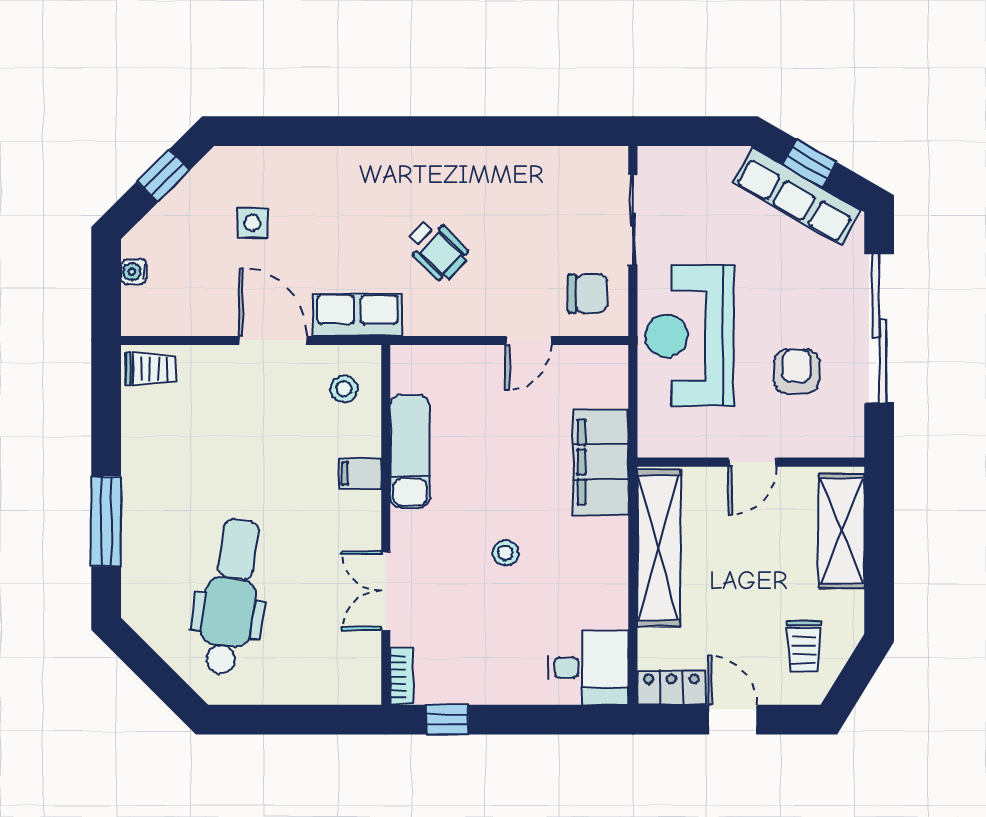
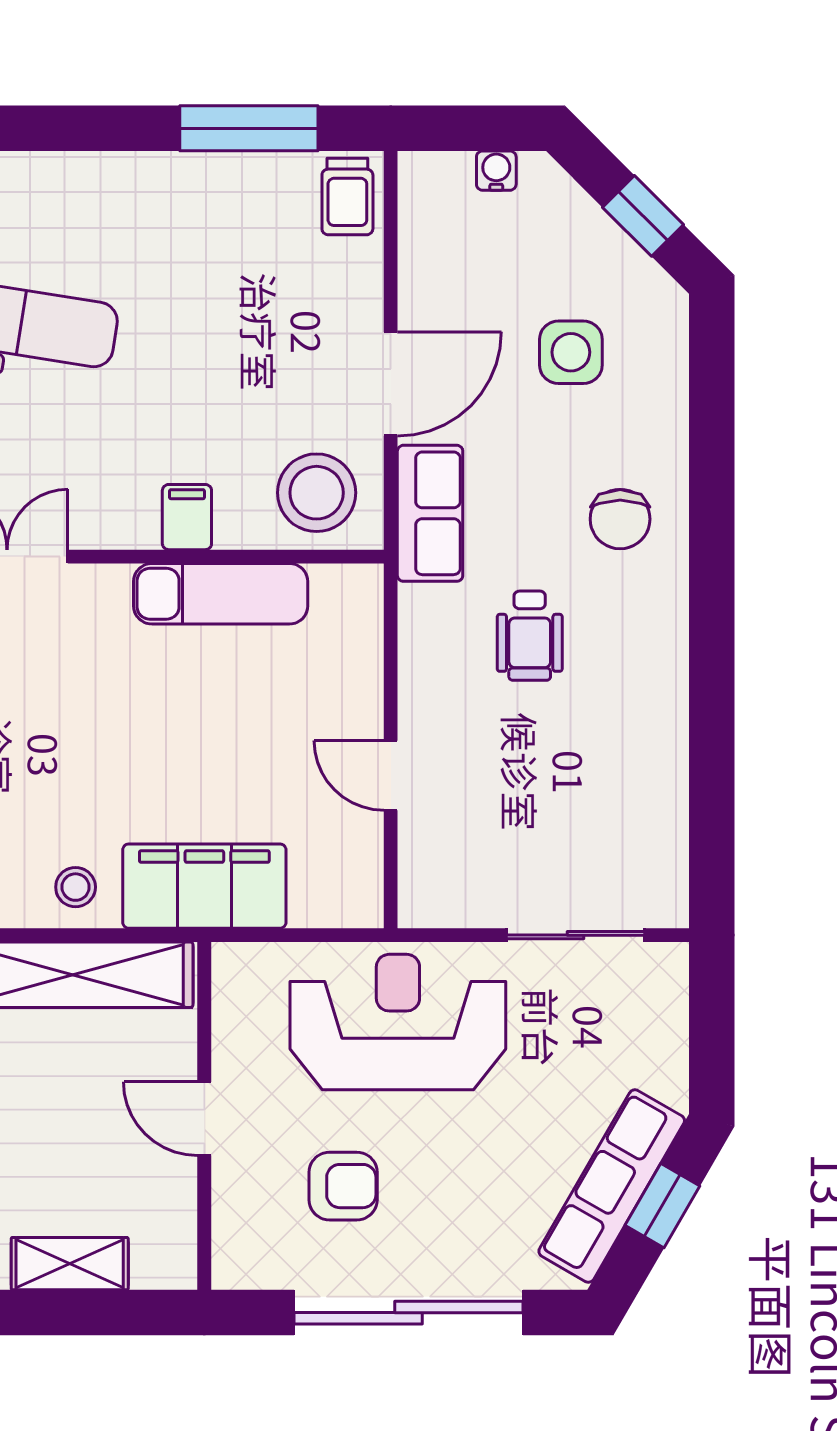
side table: (252, 223) -> (571, 352), width x1.37, depth x1.37
wheelchair: (437, 250) -> (530, 636), turned -45
chair: (588, 294) -> (620, 519), moved
stool: (344, 389) -> (317, 493), width x1.89, depth x1.89
window: (106, 521) -> (249, 128), moved
shelving: (842, 531) -> (70, 1264), width x0.67, depth x0.75
stool: (505, 553) -> (76, 887), moved

